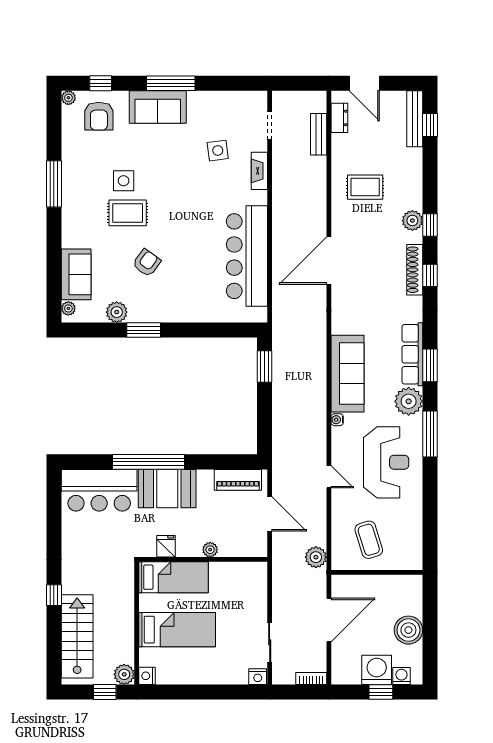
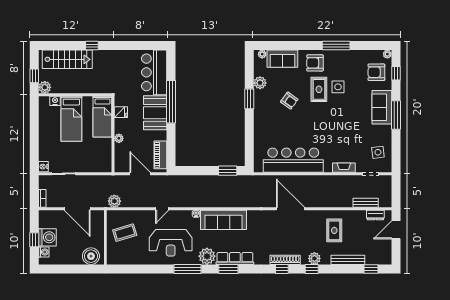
bench: (415, 119) -> (348, 260), moved
side table: (218, 151) -> (378, 152), moved
armchair: (83, 220) -> (315, 63), added
door: (270, 514) -> (140, 174), swing flipped
boiler: (408, 630) -> (91, 256), moved
nightstand: (147, 676) -> (55, 101), moved

